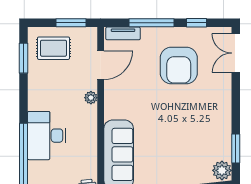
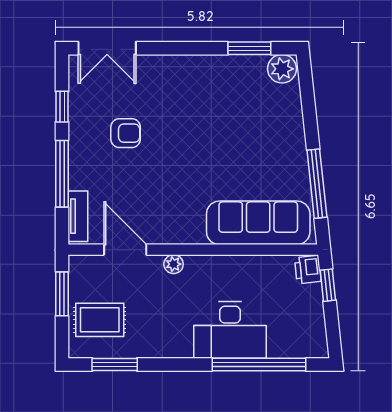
rug: (53, 48) -> (100, 320), turned 90
armchair: (179, 65) -> (126, 133), width x0.53, depth x0.53

